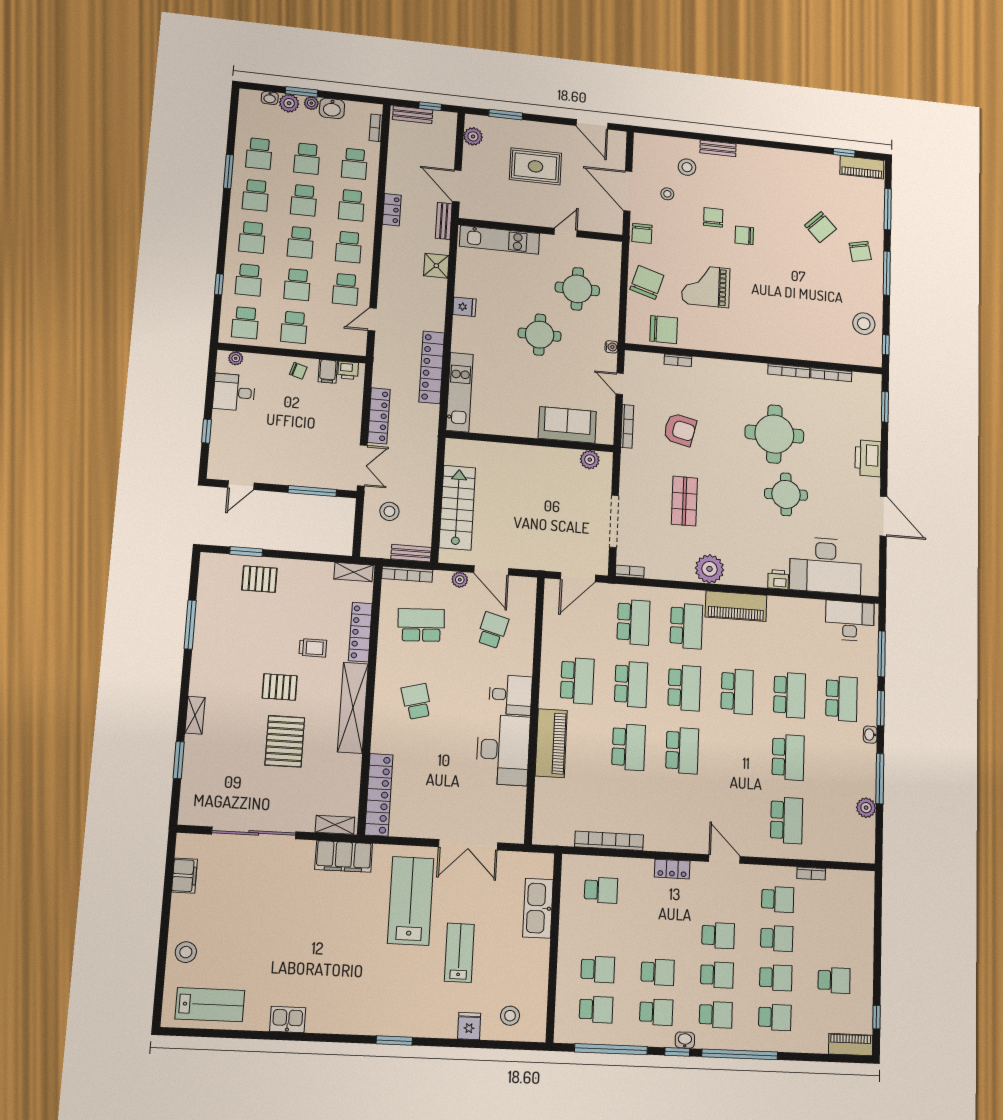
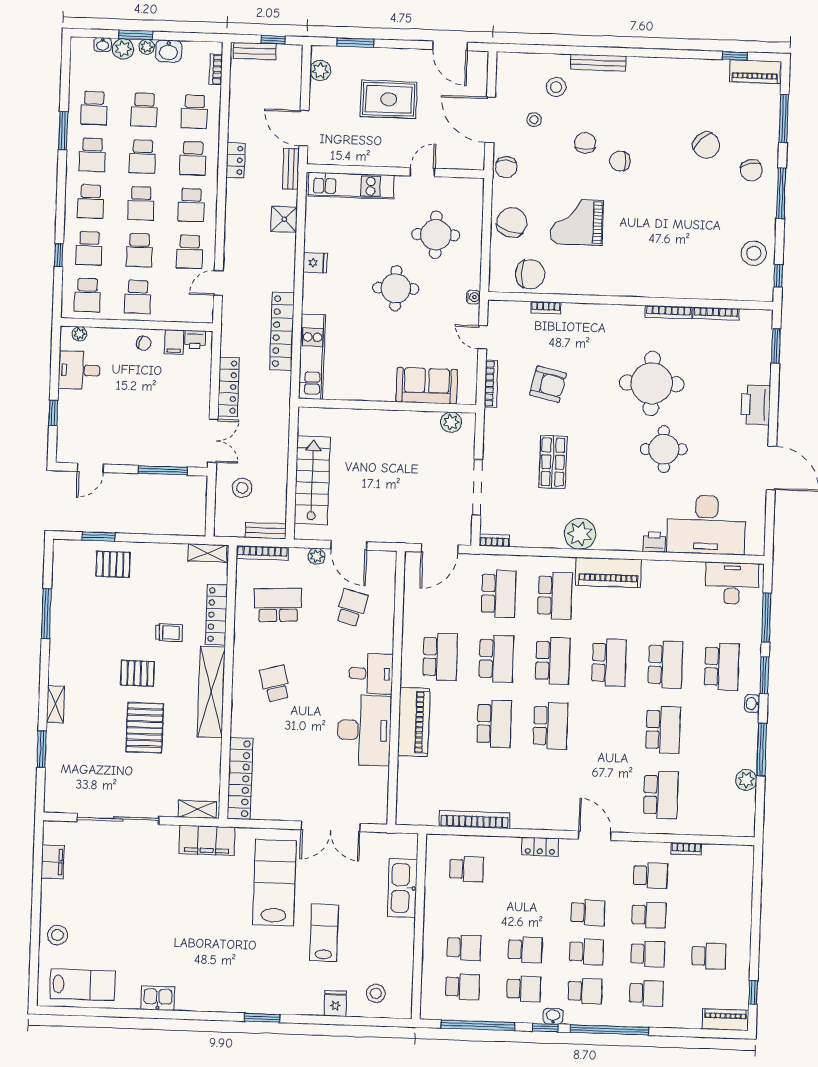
bench: (718, 148) -> (598, 63), width x1.36

